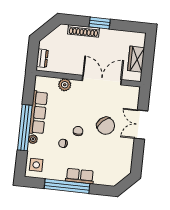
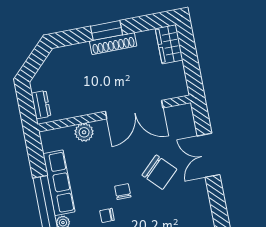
shoe rack: (84, 31) -> (113, 44), moved
wardrobe: (136, 59) -> (169, 44), moved
double door: (102, 80) -> (134, 110), swing flipped

